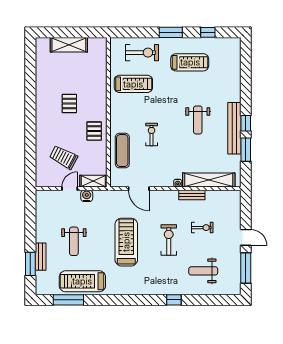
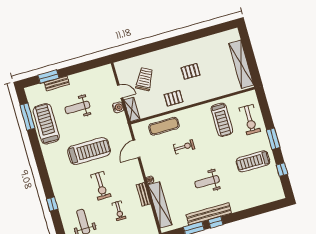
shelving: (69, 45) -> (241, 64), width x1.47
treadmill: (190, 62) -> (253, 161), turned 90
exercise bike: (169, 240) -> (101, 186), turned 89

